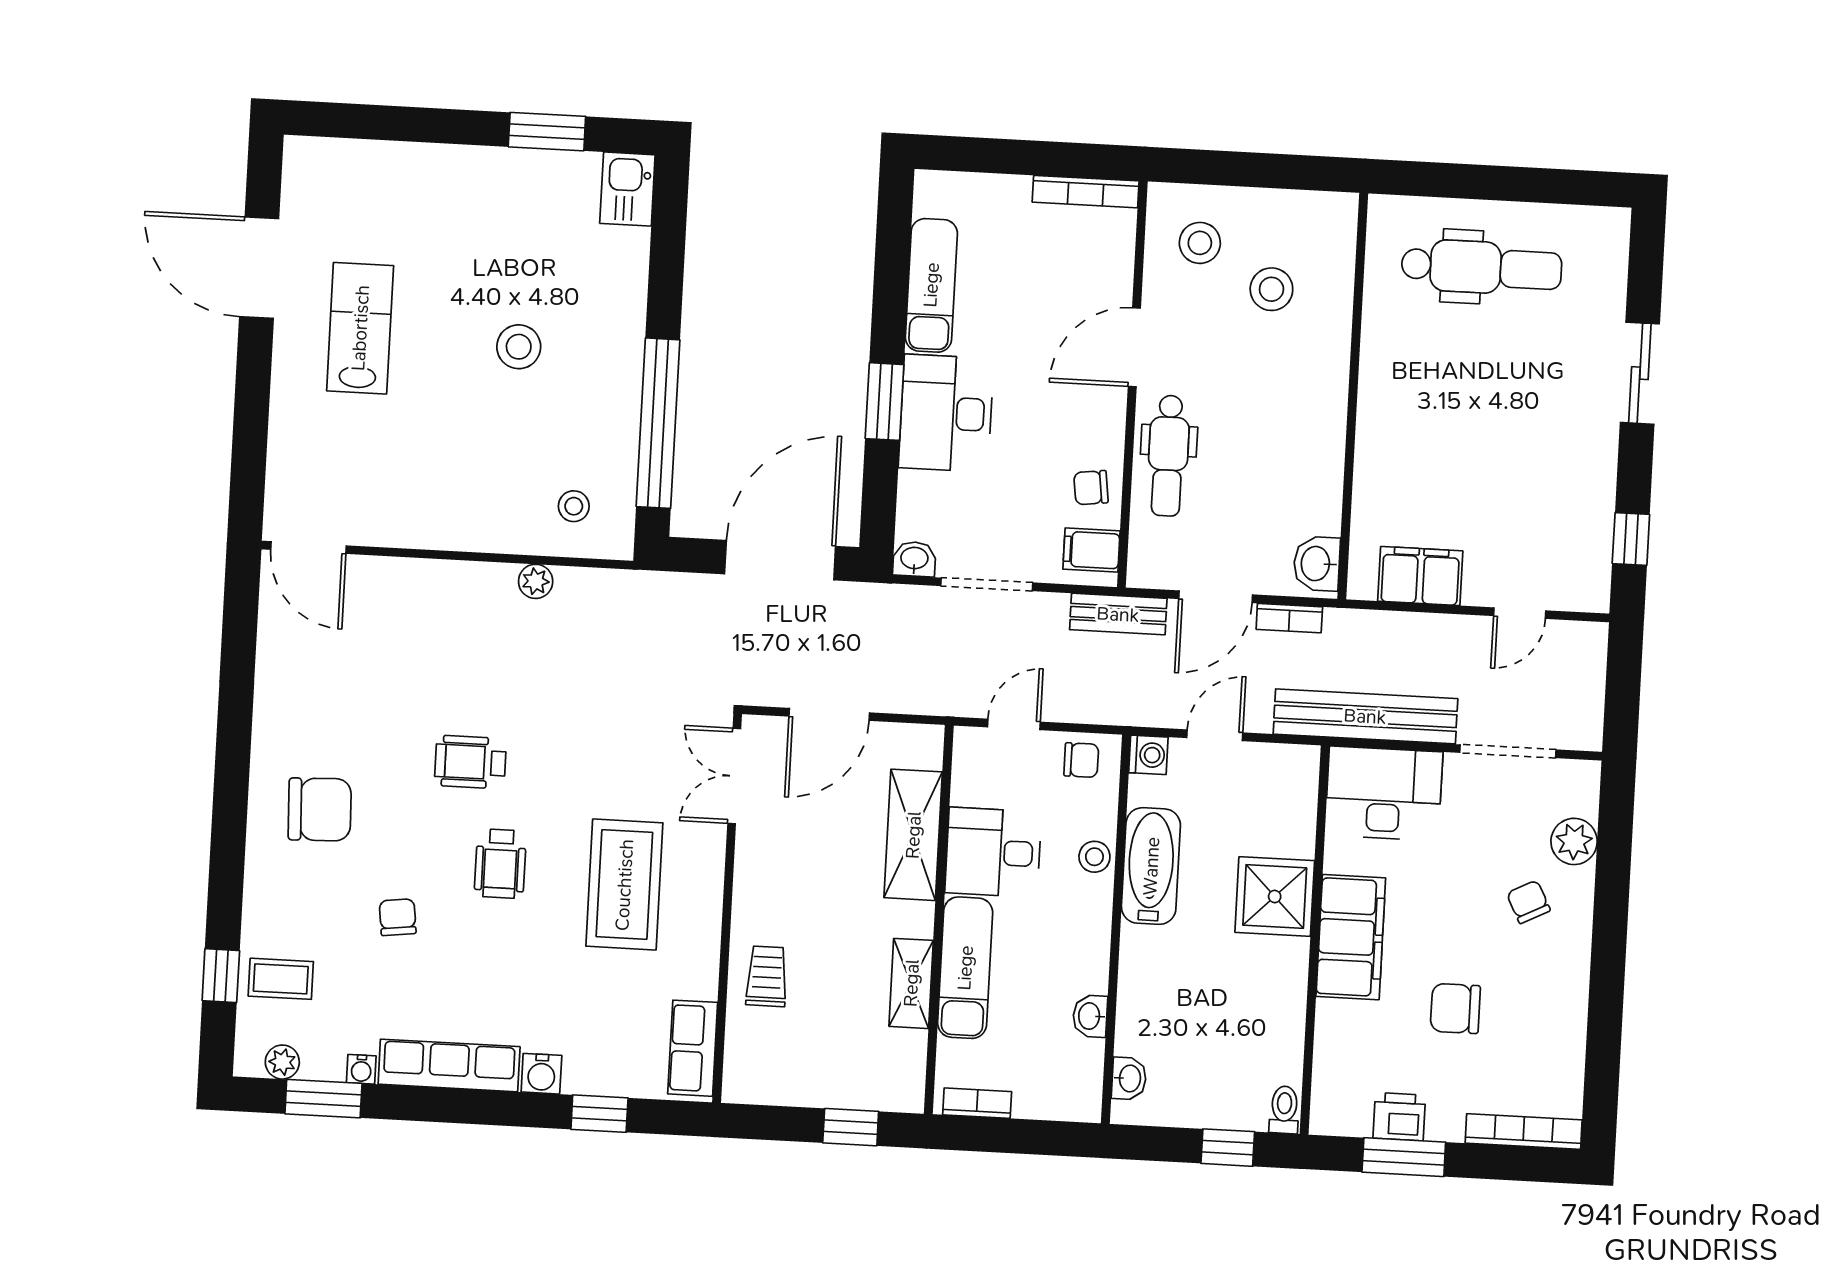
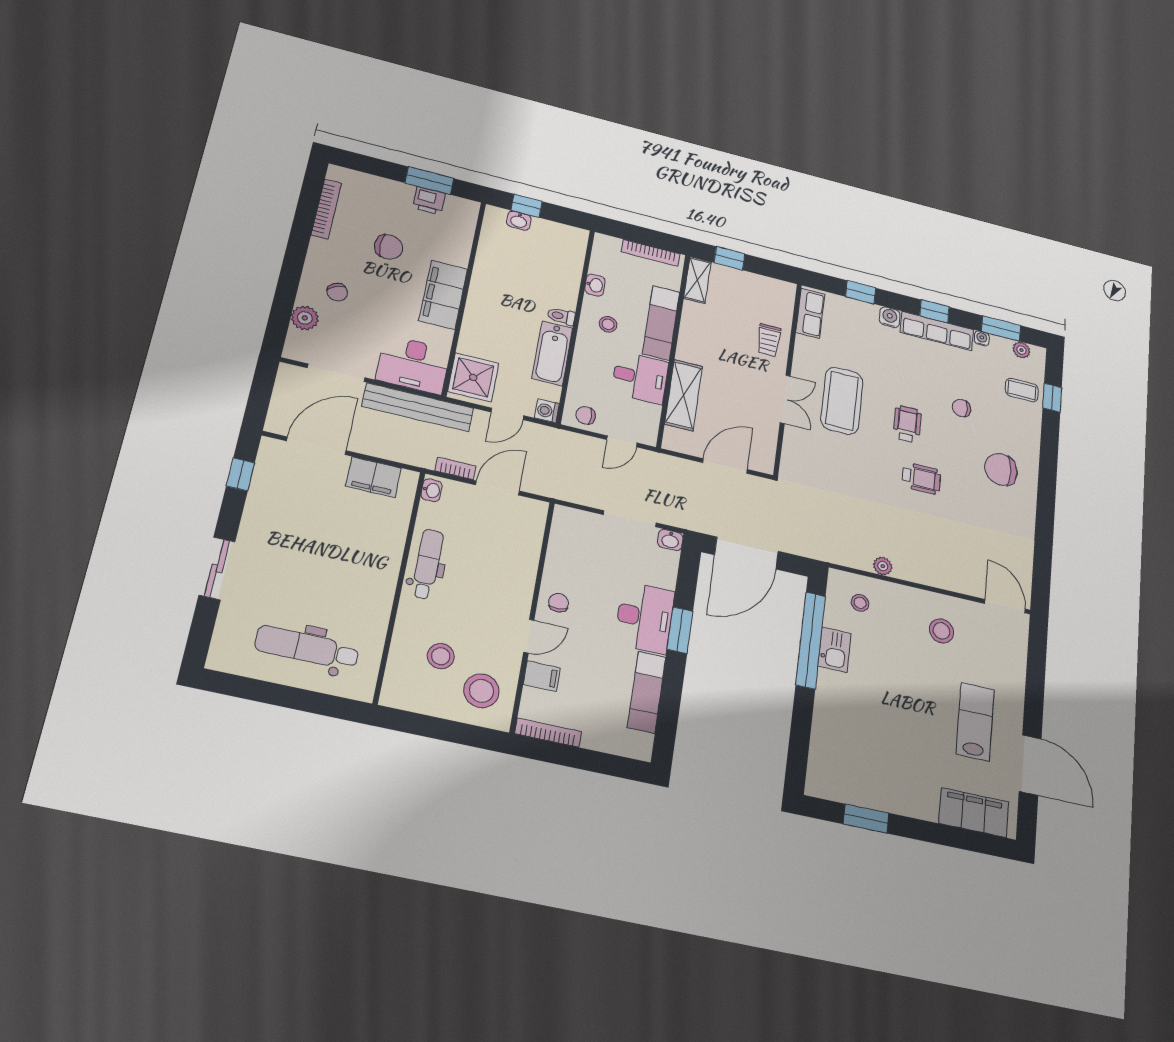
filing cabinet: (359, 170) -> (974, 813), added
kitchen sink: (627, 189) -> (834, 650), moved
stool: (1200, 243) -> (481, 691), width x1.38, depth x1.38
lab bench: (360, 328) -> (975, 722), turned 180
stool: (519, 347) -> (942, 631), moved
door: (1134, 347) -> (529, 636), width x0.73
dental chair: (1168, 456) -> (427, 564), moved
chair: (1091, 488) -> (559, 603), moved, turned -88
filing cabinet: (1091, 550) -> (542, 676), moved
washbasin: (1317, 564) -> (432, 490), width x0.72, depth x0.69
door: (1520, 613) -> (316, 446), width x1.88
bench: (1118, 614) -> (556, 489), removed
double door: (734, 776) -> (785, 399), moved
stool: (1094, 857) -> (608, 324), moved
shower: (1275, 897) -> (473, 377), moved
chair: (398, 917) -> (962, 408), turned 97
shelving: (911, 983) -> (697, 280), moved
washbasin: (1129, 1078) -> (519, 221), moved, turned -90
bookcase: (977, 1103) -> (651, 253), width x1.56
window: (455, 1106) -> (934, 311), added
toilet: (1284, 1110) -> (561, 316), moved, turned 90
bookcase: (1524, 1131) -> (326, 209), moved, turned -90

